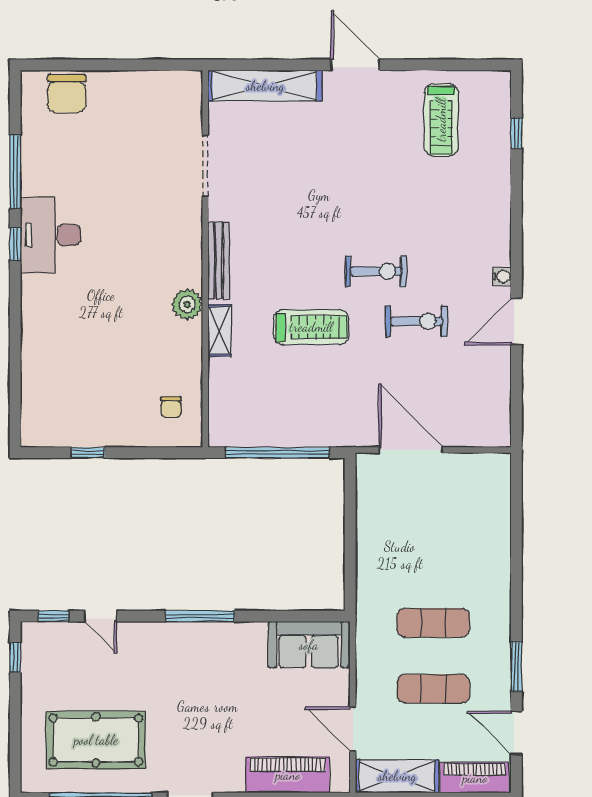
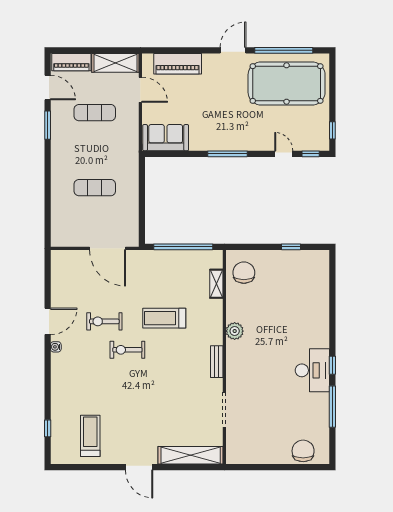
bench: (219, 261) -> (217, 362), width x0.73
shelving: (219, 330) -> (216, 284), moved
chair: (171, 407) -> (244, 273), width x1.87, depth x1.87
exercise mat: (433, 623) -> (95, 188), moved
pool table: (96, 740) -> (287, 83), width x1.36, depth x1.32

